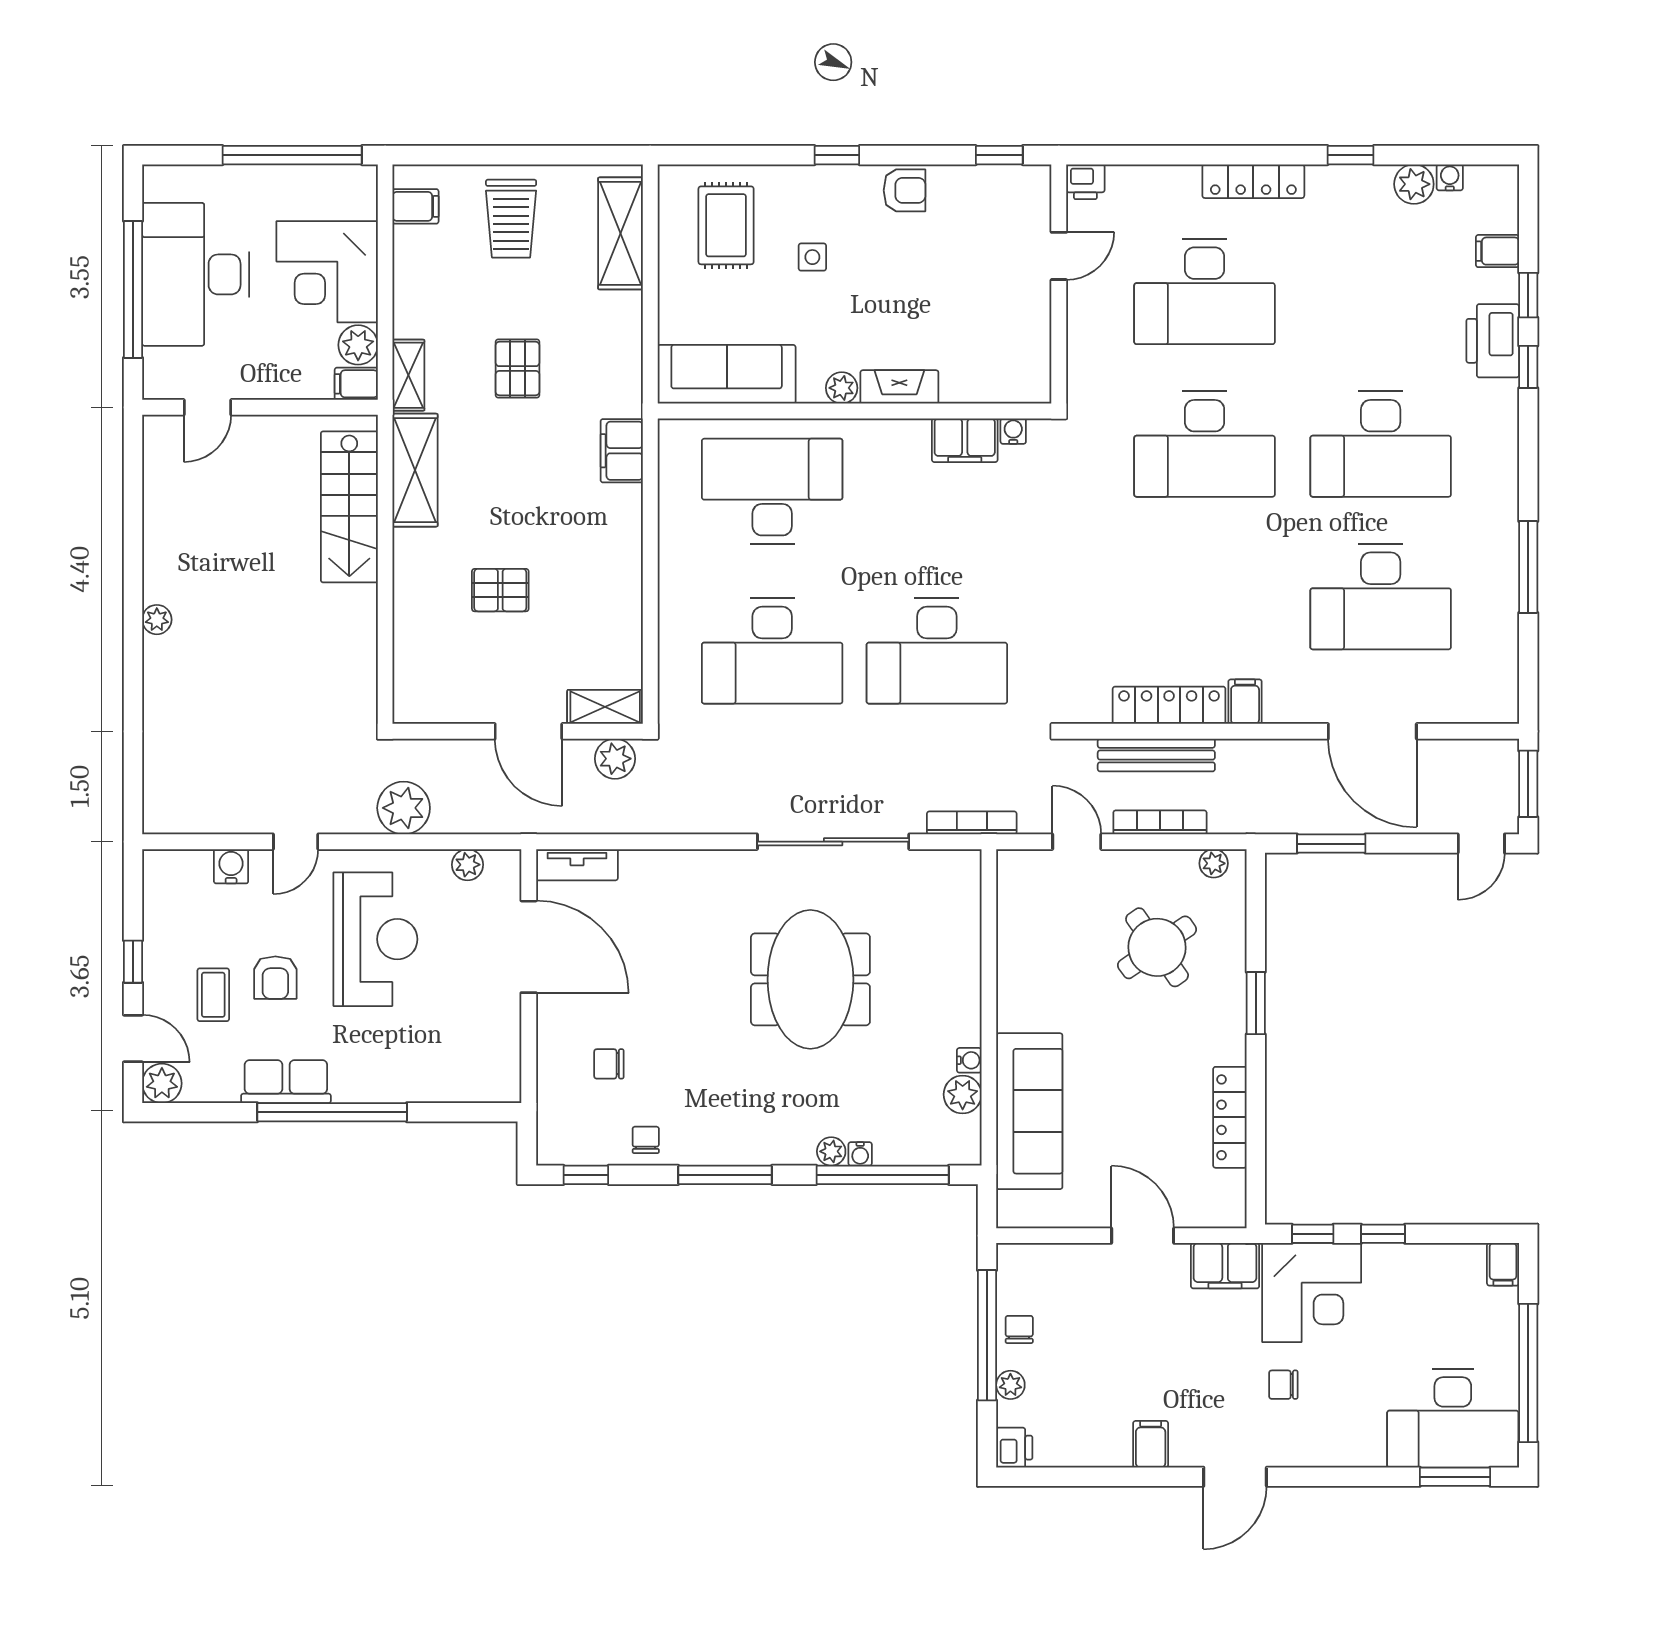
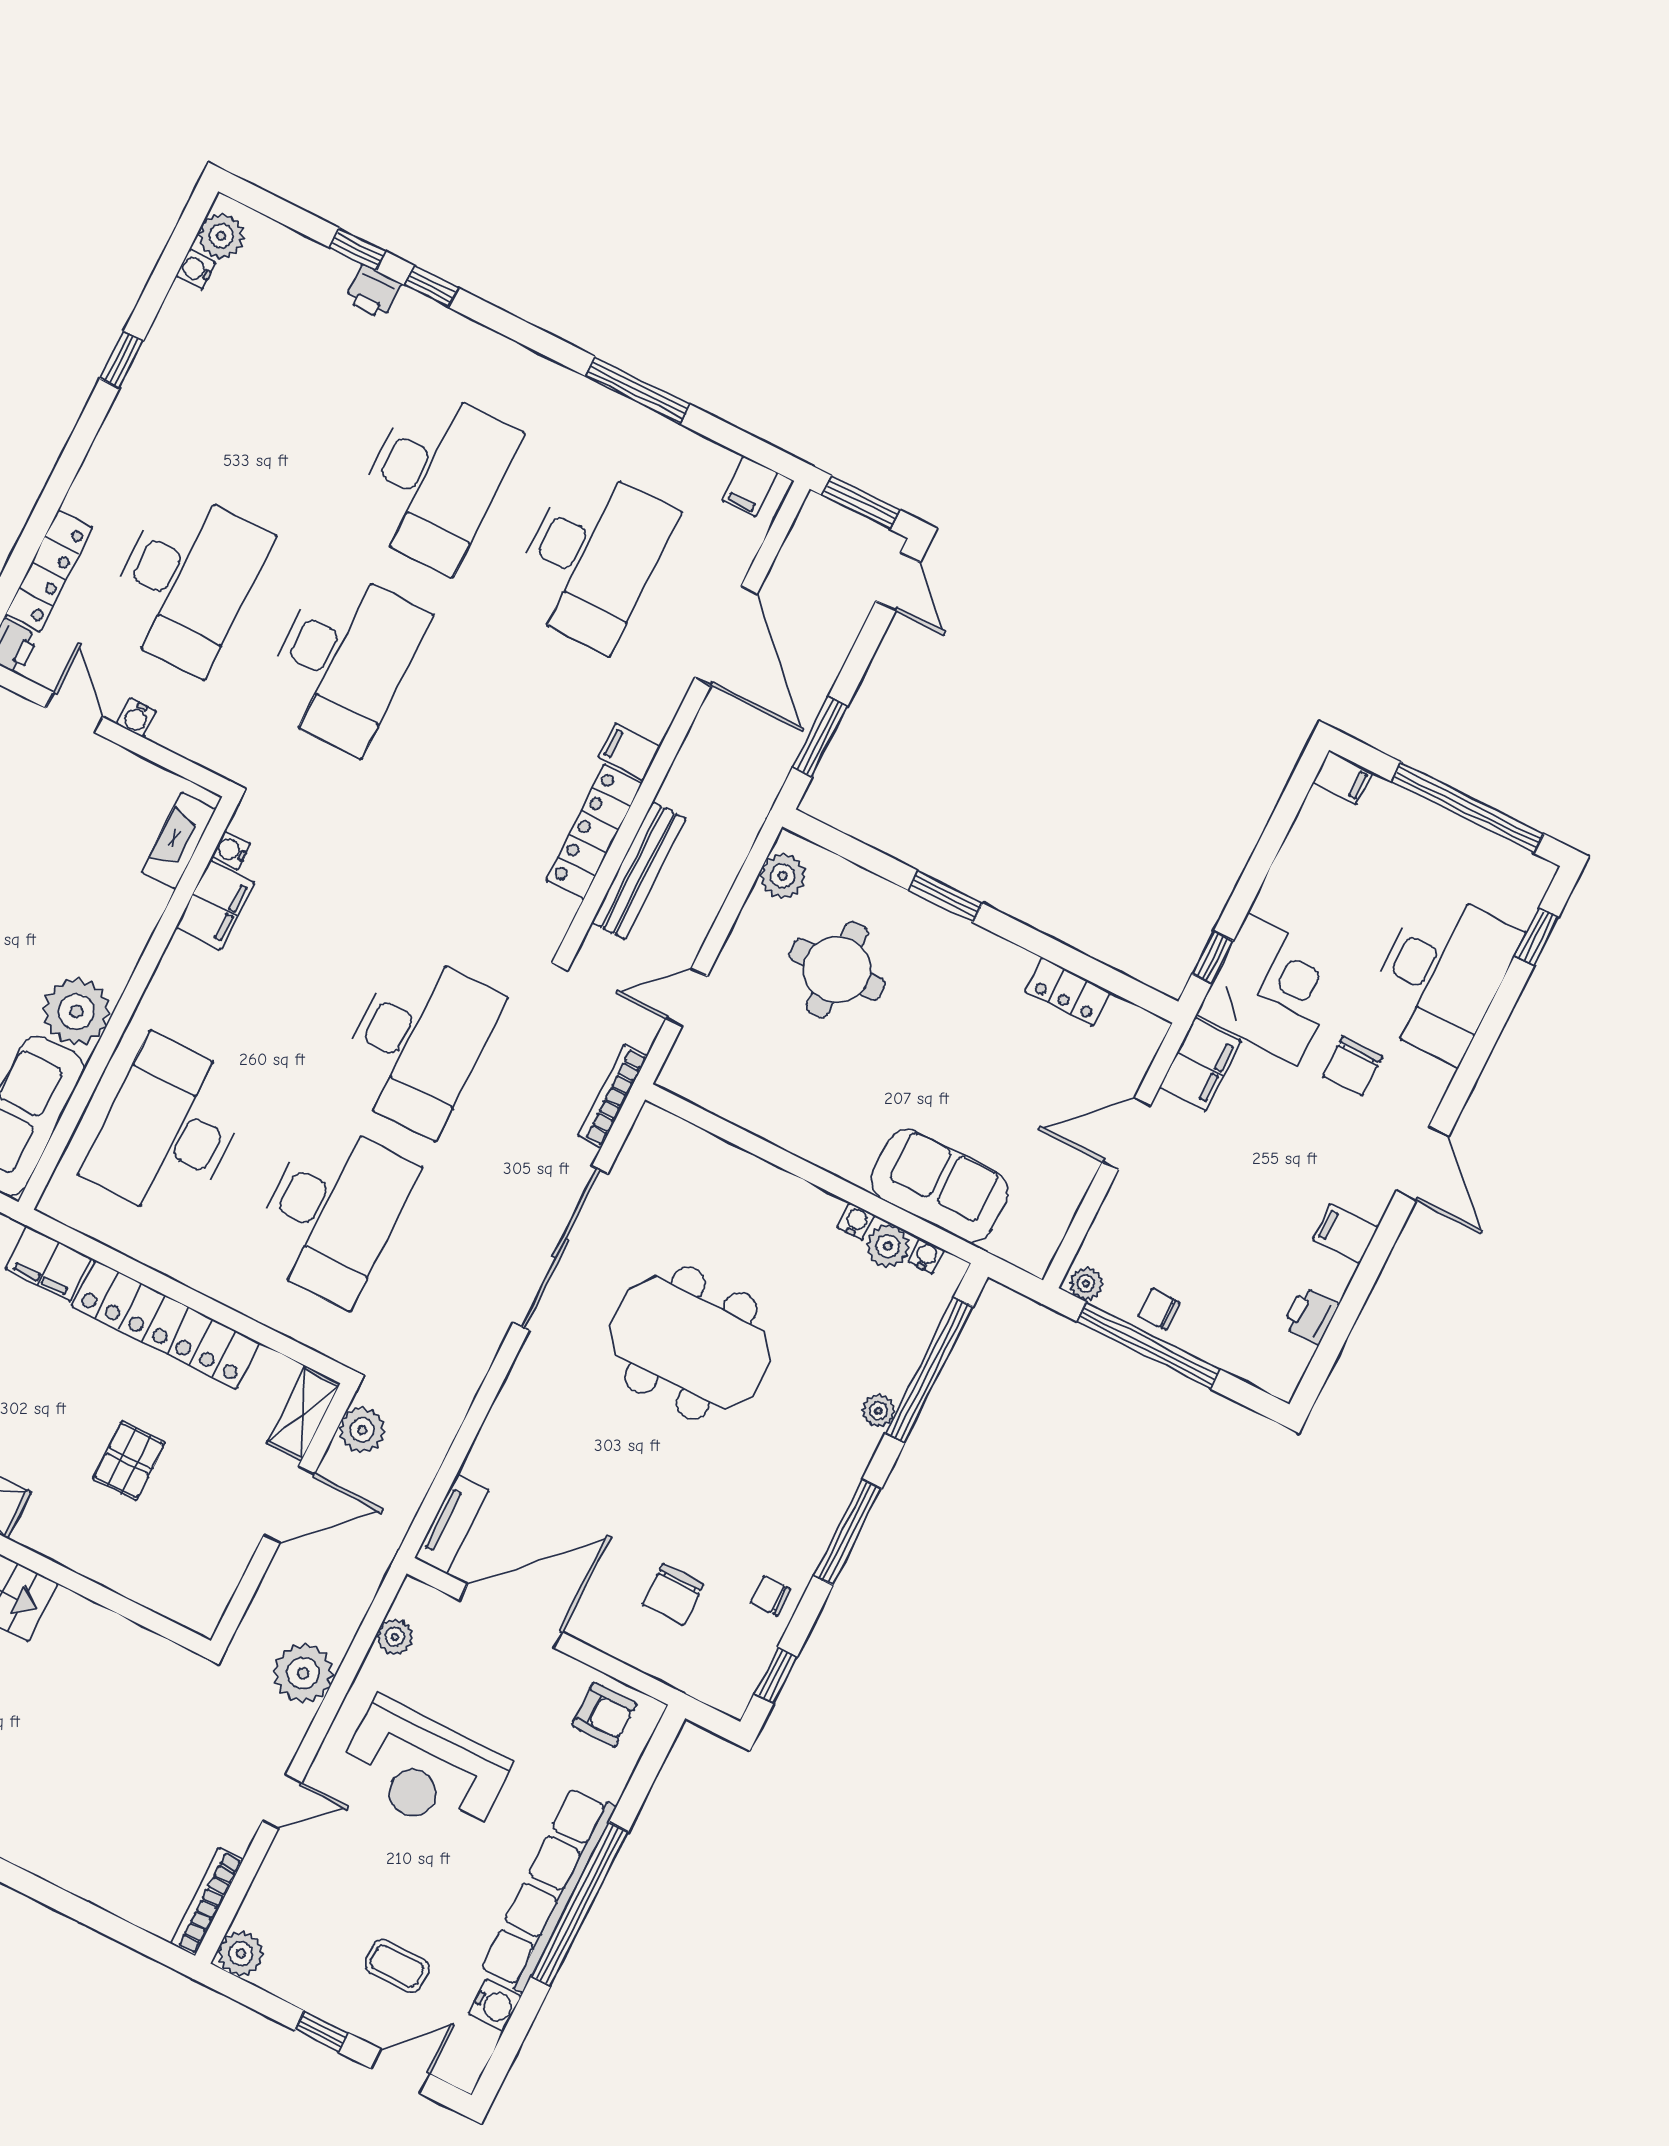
locker: (1253, 181) -> (49, 571), moved
plant: (1414, 184) -> (221, 236), moved
filing cabinet: (1497, 251) -> (750, 486), moved
water cooler: (1079, 306) -> (137, 718), added
printer: (1493, 341) -> (373, 292), width x0.53, depth x0.68
fireplace: (899, 387) -> (179, 841), moved
plant: (842, 388) -> (76, 1011), width x1.87, depth x1.87
locker: (620, 565) -> (166, 1324), added
door: (1372, 731) -> (726, 636), hinge flipped
bookcase: (1160, 822) -> (207, 1902), moved
door: (296, 842) -> (282, 1802), hinge flipped
plant: (1214, 863) -> (783, 876), width x1.38, depth x1.38
water cooler: (231, 866) -> (495, 2005), moved, turned 180
reception desk: (375, 939) -> (424, 1770), turned 180
round table: (1157, 947) -> (837, 969), turned 35
armchair: (275, 978) -> (604, 1715), moved
chair: (609, 1064) -> (673, 1594), width x1.37, depth x1.37
row of seats: (286, 1082) -> (548, 1889), width x2.02
plant: (162, 1083) -> (241, 1954), moved
sofa: (1029, 1111) -> (940, 1186), width x0.73
locker: (1230, 1117) -> (1068, 991), width x0.66
water cooler: (860, 1154) -> (926, 1256), moved, turned -90
window: (1383, 1234) -> (1249, 885), removed
plant: (1010, 1385) -> (1086, 1284), moved
chair: (1283, 1385) -> (1353, 1066), width x1.37, depth x1.37
desk: (1453, 1418) -> (1442, 975), moved
printer: (1014, 1448) -> (1311, 1316), moved, turned -90
window: (1455, 1477) -> (1537, 937), width x0.67

